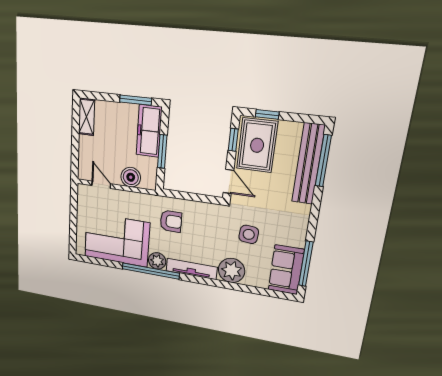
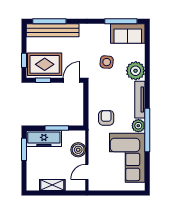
shelving: (87, 117) -> (52, 185), moved

